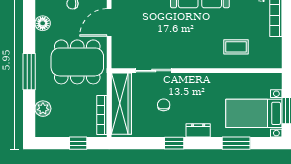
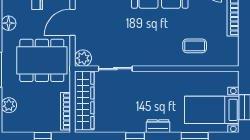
plant: (120, 60) -> (83, 58), added
chair: (164, 105) -> (125, 102), removed

